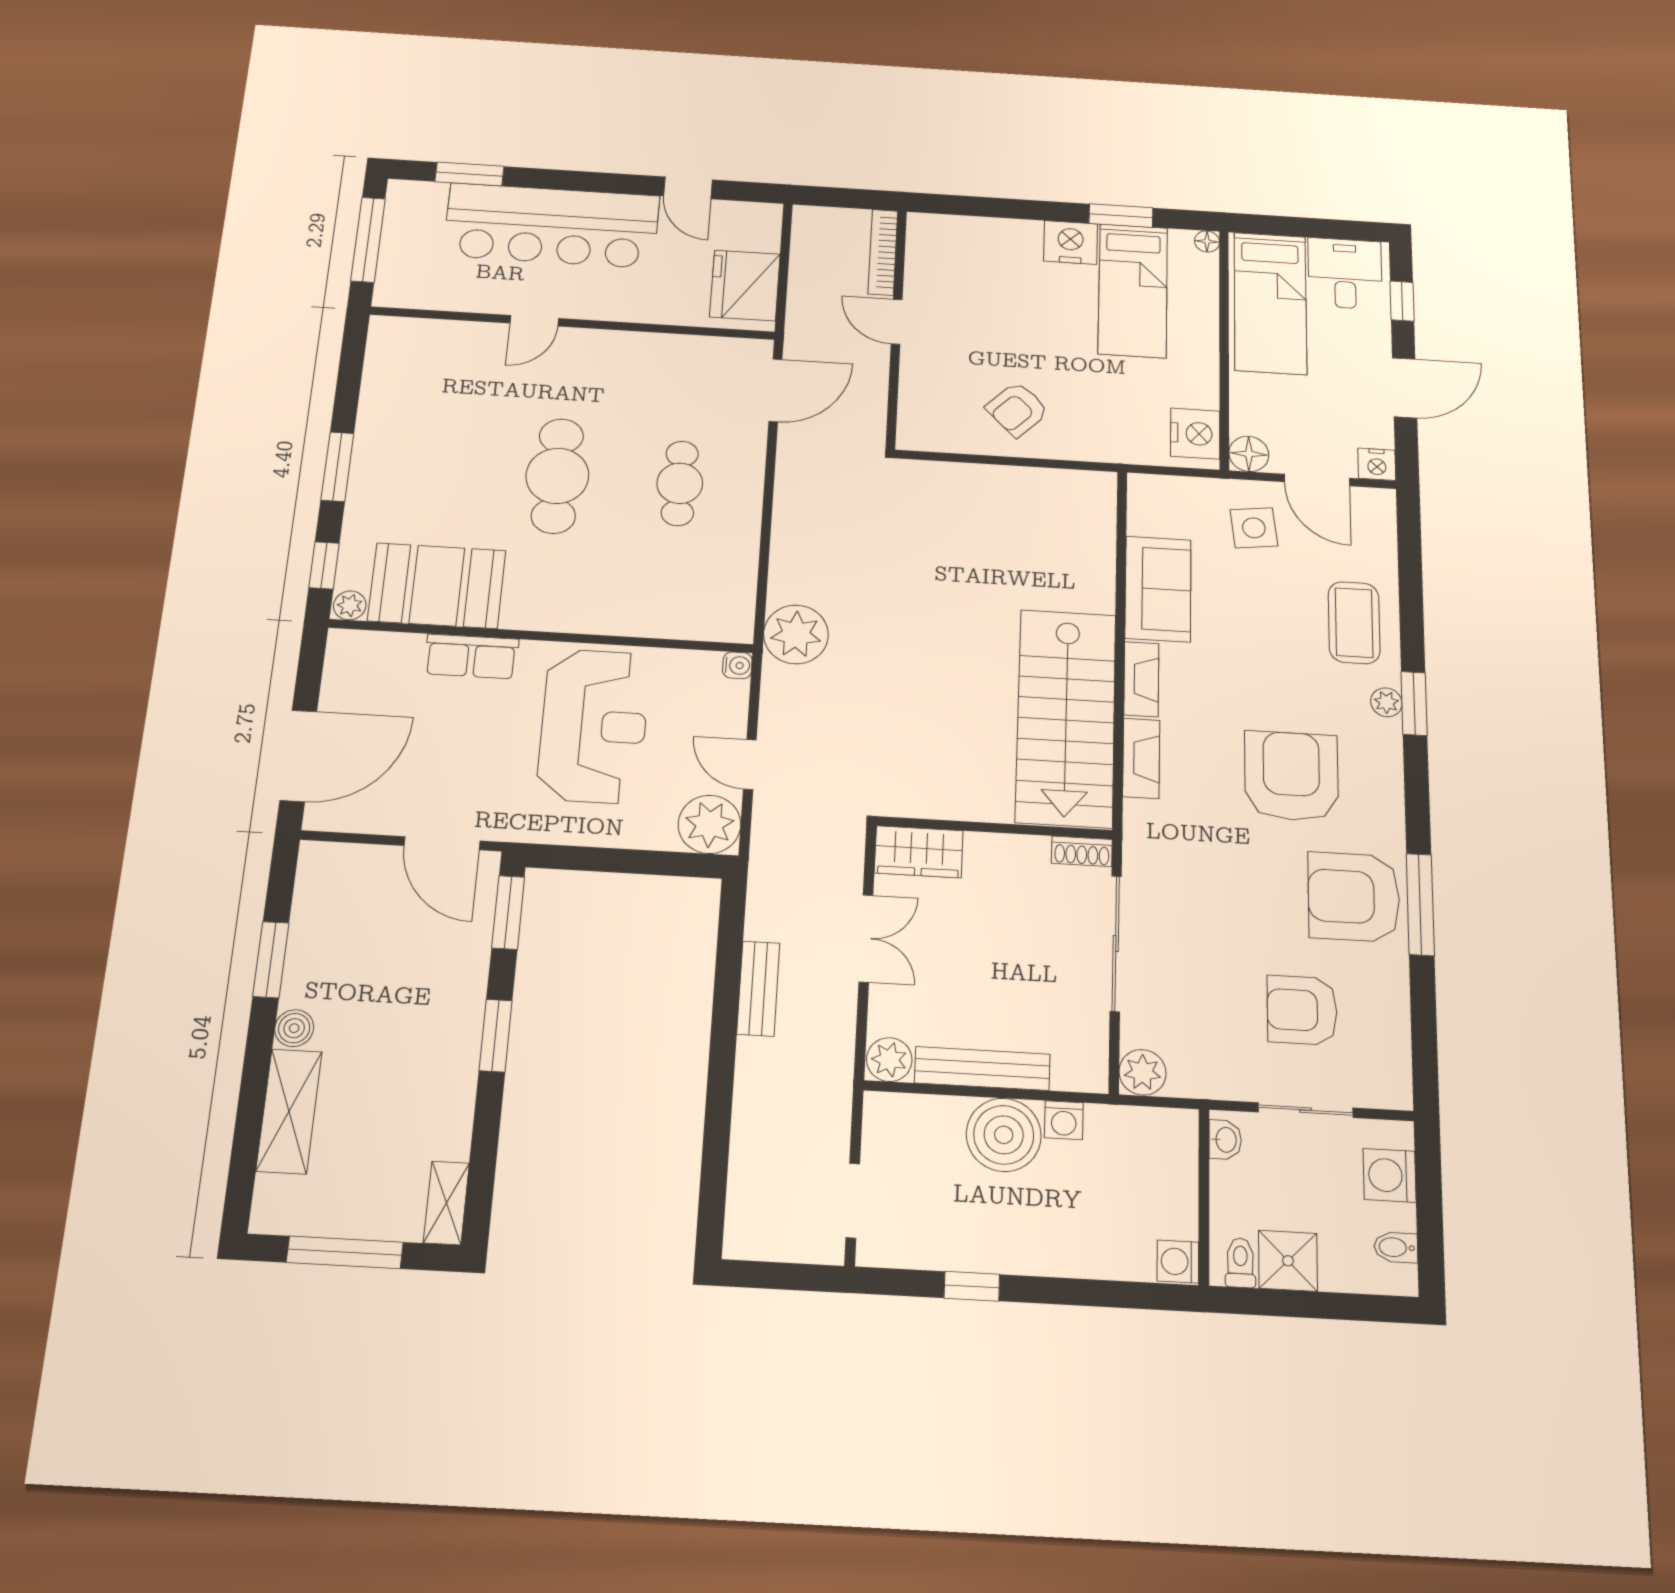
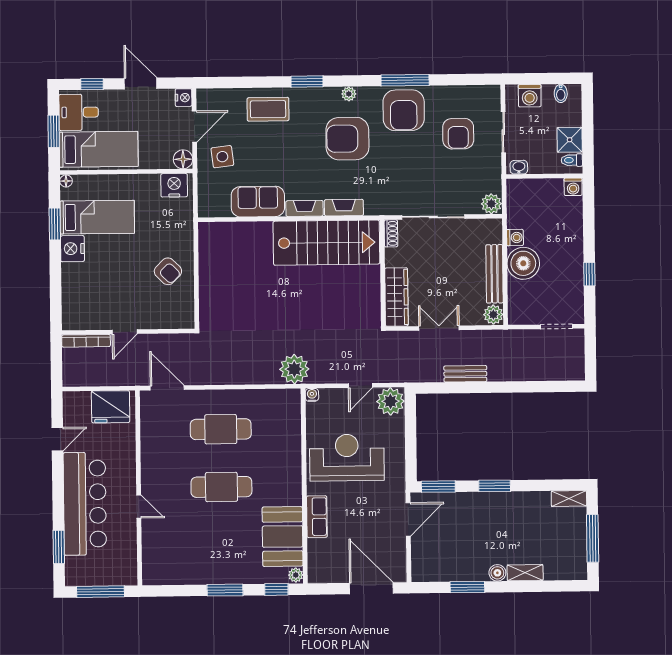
window: (1307, 227) -> (54, 131), added
cafe table: (680, 483) -> (221, 429), width x1.37, depth x1.35
plant: (1386, 702) -> (349, 94), moved
wardrobe: (919, 852) -> (396, 297), width x1.50
shelving: (289, 1111) -> (525, 573), width x0.67, depth x0.75

